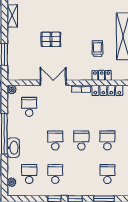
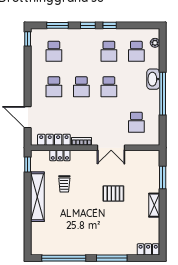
shelving: (12, 16) -> (154, 205), moved
plant: (12, 90) -> (155, 141), removed

